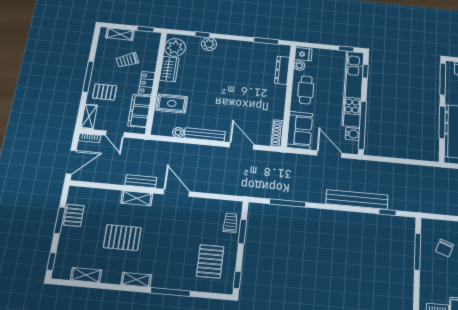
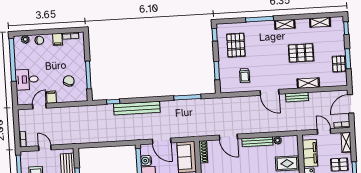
shelving: (137, 198) -> (308, 83), moved
trolley: (230, 223) -> (245, 76), moved

